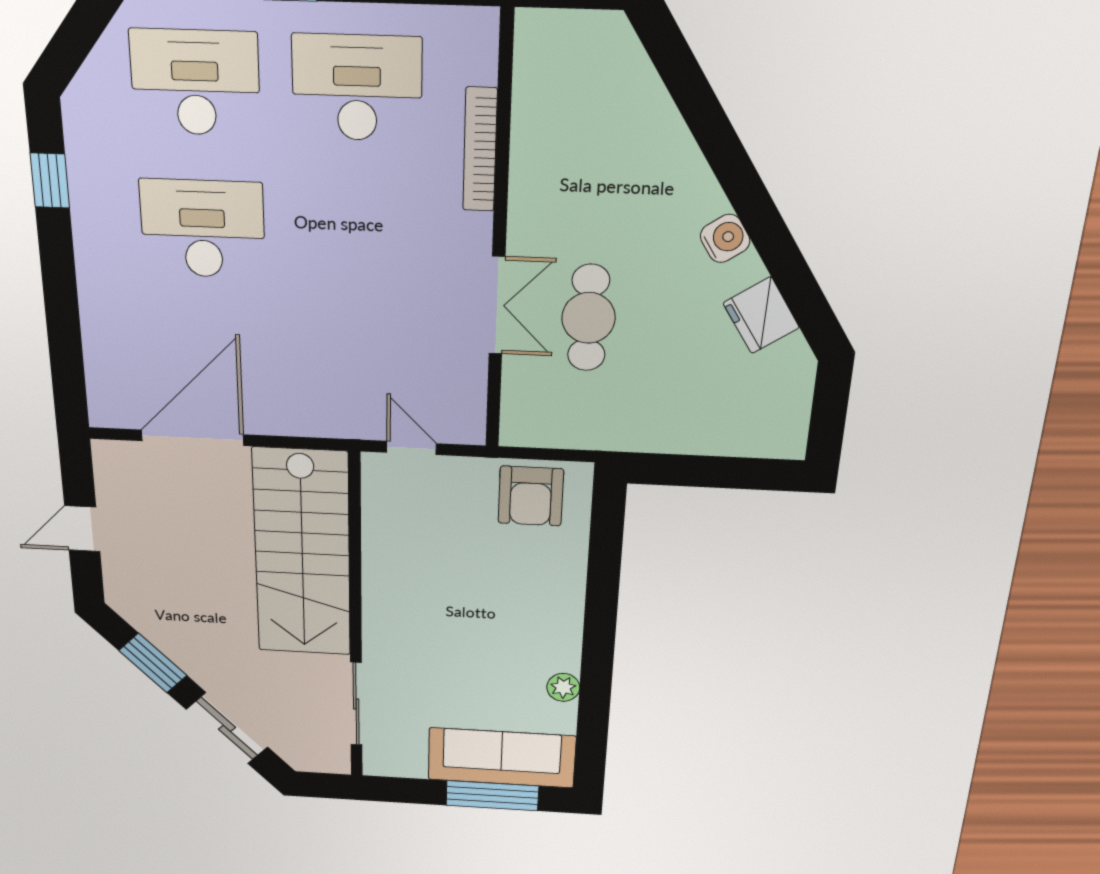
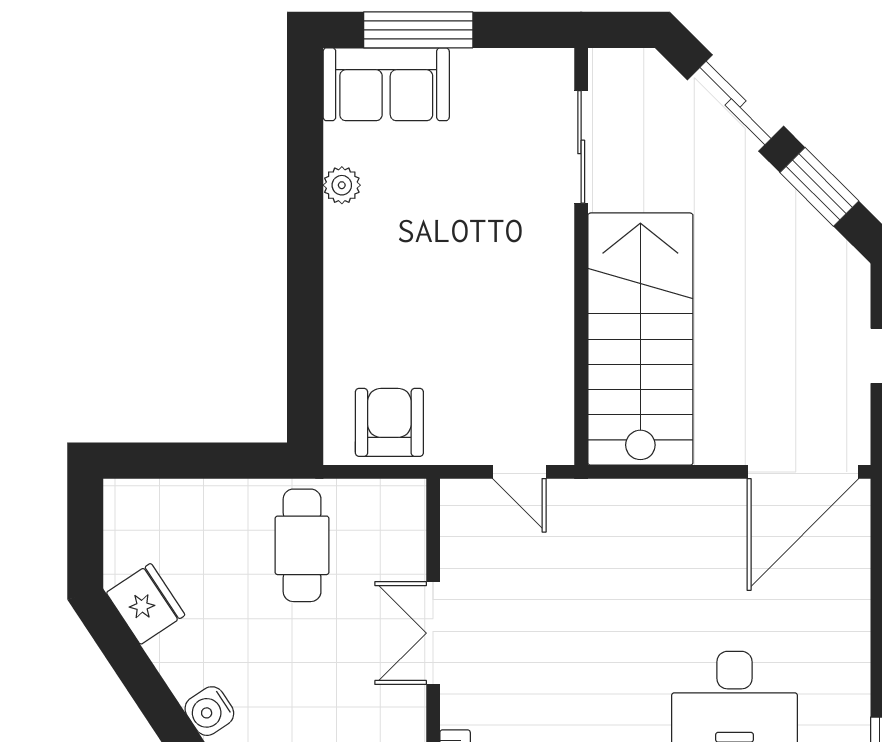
fridge: (761, 315) -> (146, 604), moved
cafe table: (589, 318) -> (302, 545), moved
door: (193, 438) -> (803, 472), moved
sofa: (502, 758) -> (386, 84), width x0.73

